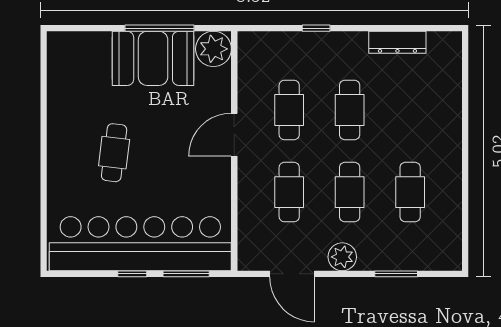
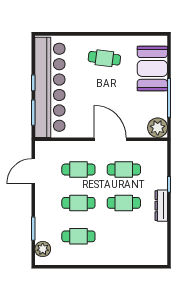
dresser: (397, 42) -> (161, 206), moved
booth: (153, 58) -> (152, 68), moved
door: (234, 135) -> (110, 139), width x1.36
cafe table: (114, 153) -> (104, 58), moved
plant: (342, 257) -> (43, 249), moved

